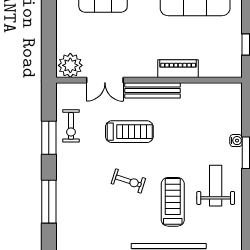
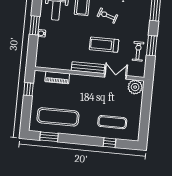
piano: (178, 69) -> (57, 78), moved

